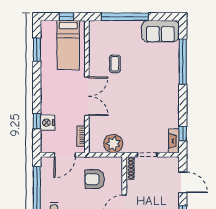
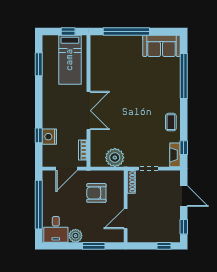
coffee table: (115, 64) -> (171, 122), moved

